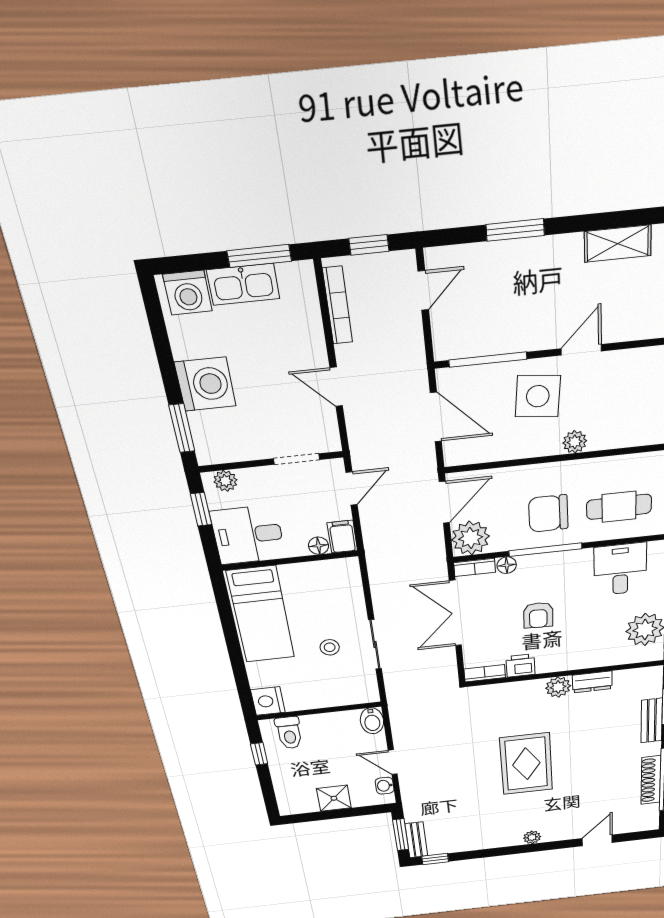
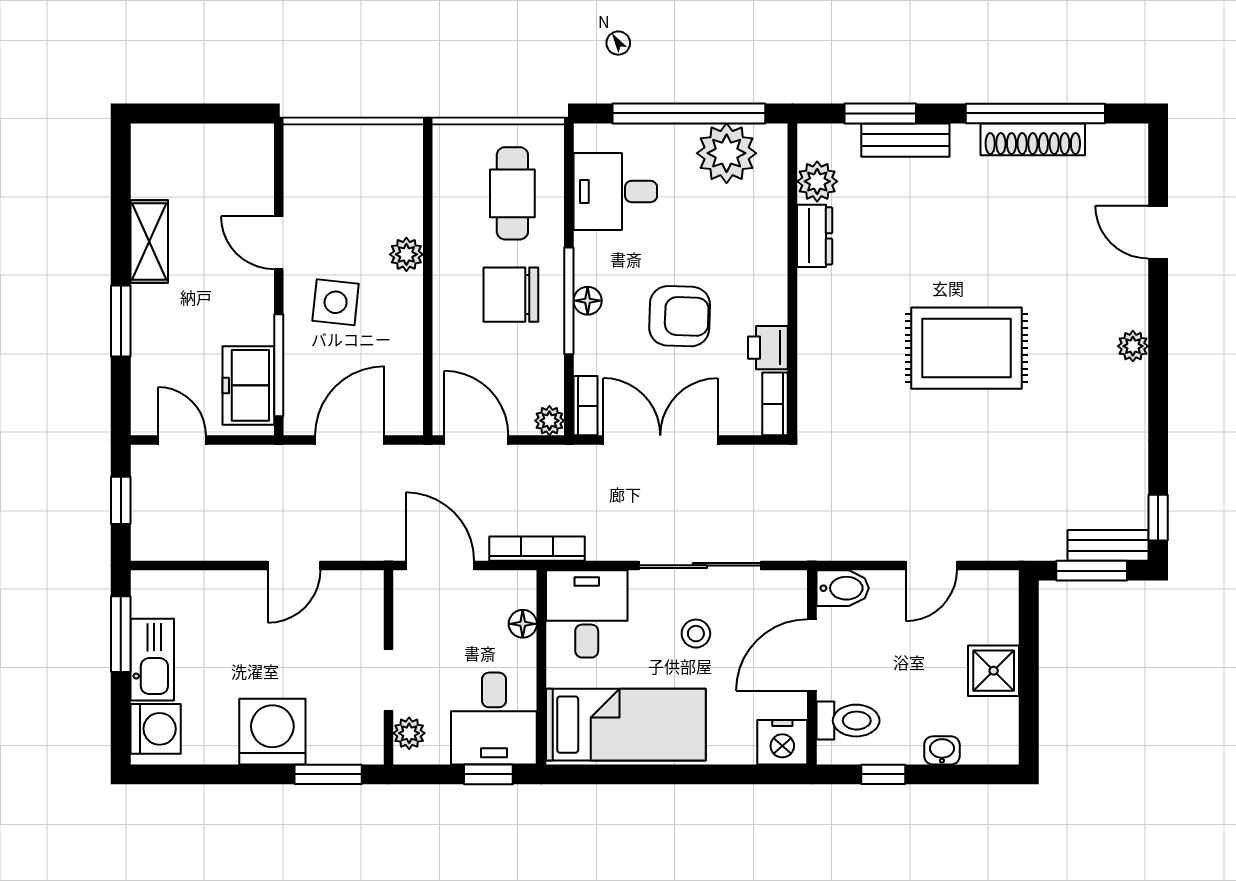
shelving: (618, 244) -> (149, 242), moved
bookcase: (338, 305) -> (537, 549), moved
freezer: (471, 338) -> (248, 385), added
side table: (538, 396) -> (336, 302), width x0.73, depth x0.73
doorway: (297, 459) -> (389, 680), moved
door: (351, 488) -> (440, 565), width x1.38
window: (201, 509) -> (488, 774), moved
chair: (548, 513) -> (511, 295), turned 90
filing cabinet: (342, 537) -> (512, 588), removed
plant: (471, 538) -> (549, 421), width x0.53, depth x0.53
floor lamp: (507, 565) -> (588, 301), moved
desk: (332, 584) -> (587, 614), added
double door: (455, 613) -> (660, 440), swing flipped
armchair: (538, 615) -> (680, 316), width x1.38, depth x1.38
sliding door: (375, 645) -> (700, 565), width x1.37
plant: (558, 687) -> (817, 181), moved
door: (327, 710) -> (812, 655), added
washbasin: (385, 786) -> (942, 750), moved, turned 180

